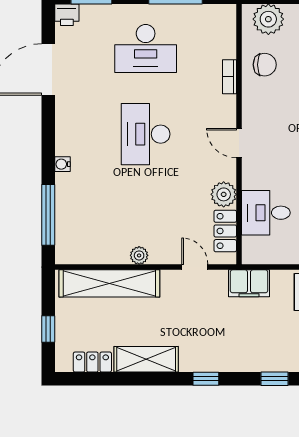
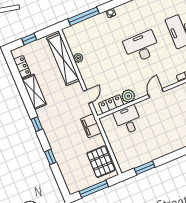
plant: (139, 255) -> (78, 58), moved

